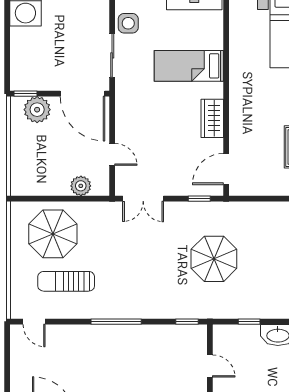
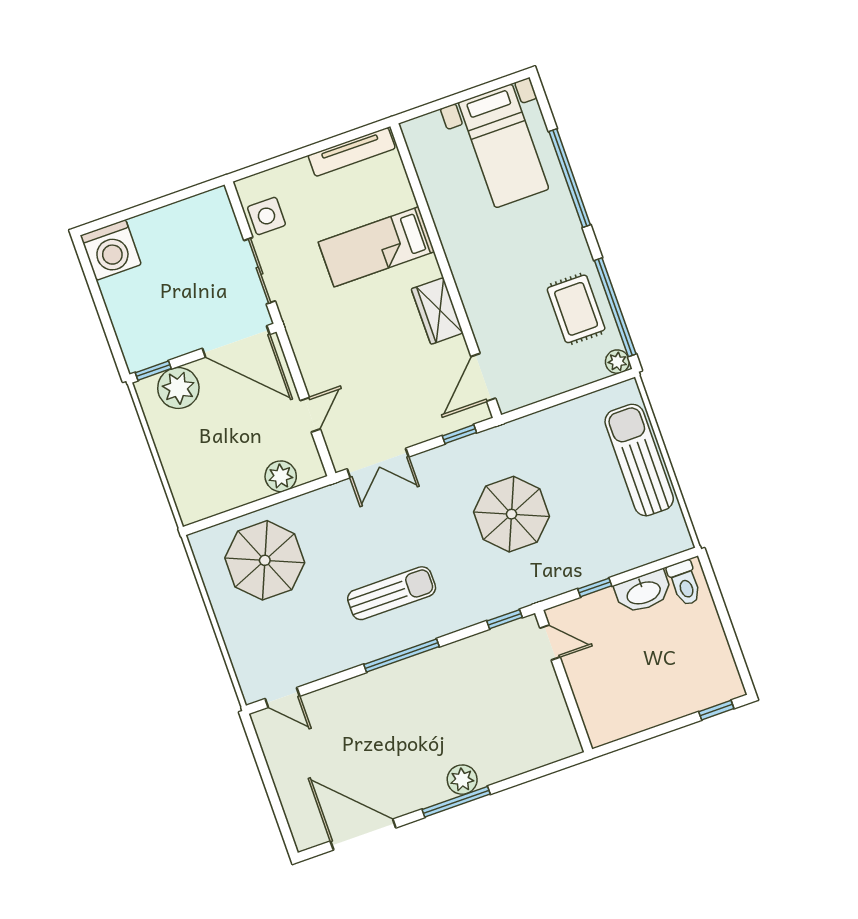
door: (112, 154) -> (310, 415), hinge flipped
sun lounger: (66, 281) -> (392, 593), moved, turned 180
door: (210, 366) -> (550, 643), moved

